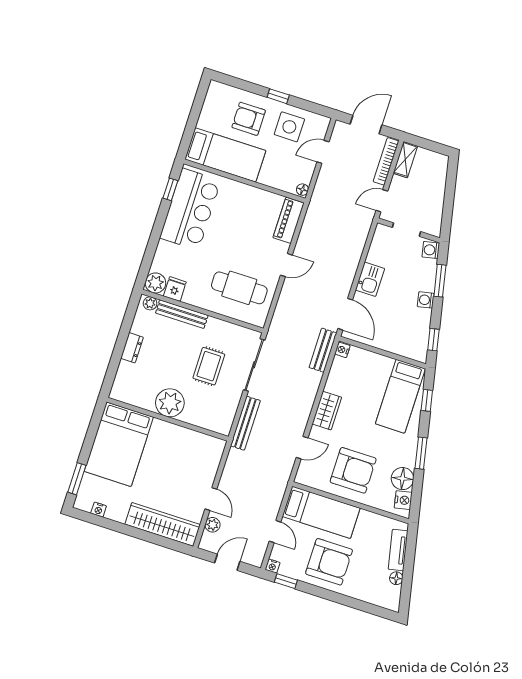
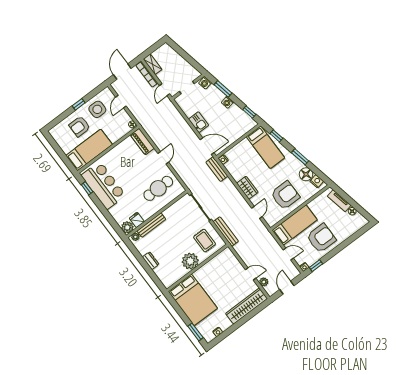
rug: (209, 366) -> (205, 241), moved

